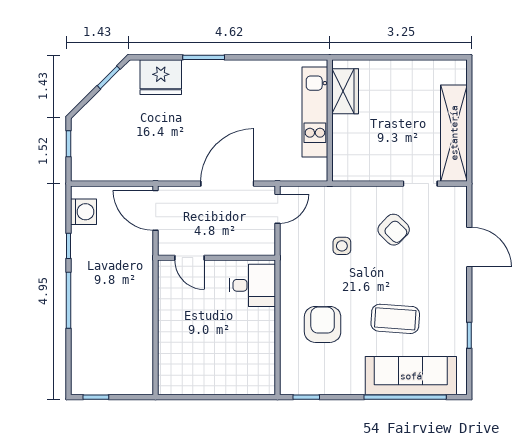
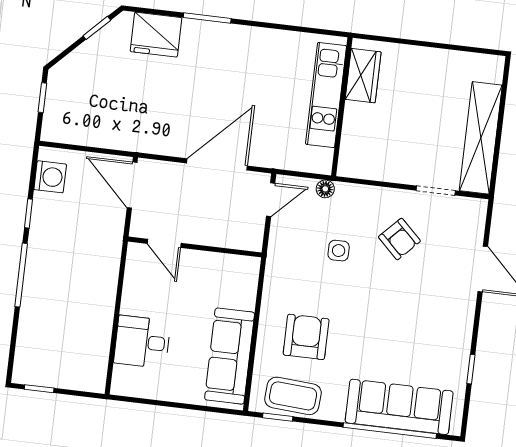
floor lamp: (324, 194) -> (325, 189), added
desk: (252, 285) -> (142, 342), moved, turned 180
coffee table: (395, 319) -> (293, 396), moved
sofa: (258, 349) -> (230, 356), added

